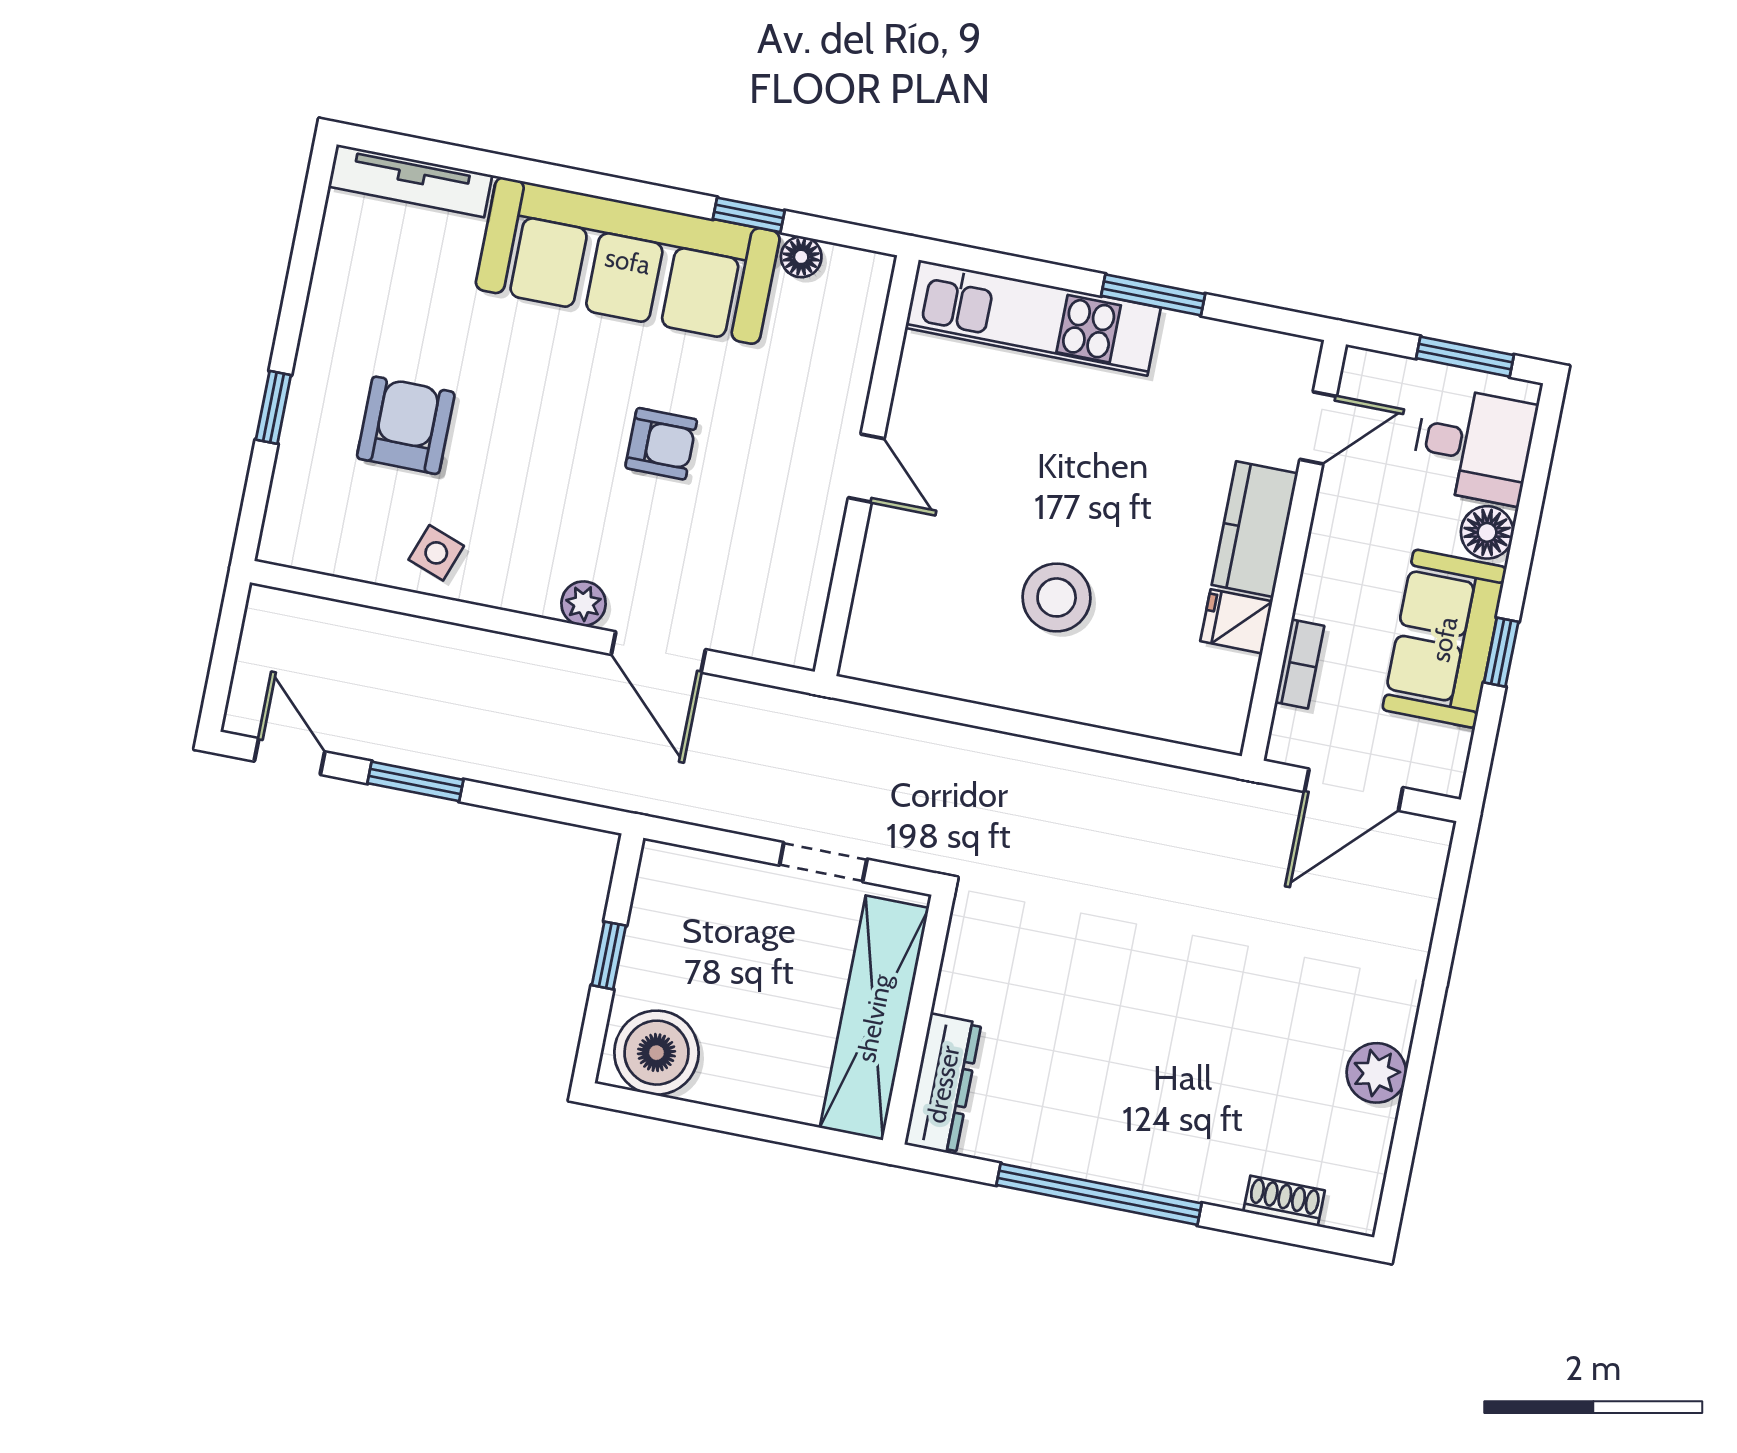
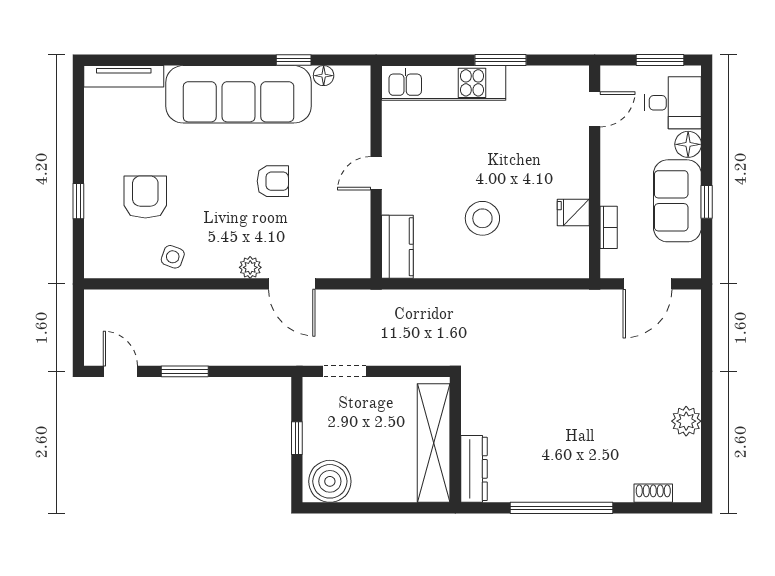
door: (866, 468) -> (376, 173), swing flipped
kitchen counter: (1255, 529) -> (397, 247), moved, turned 180
doorway: (823, 862) -> (345, 371), moved

